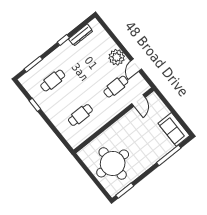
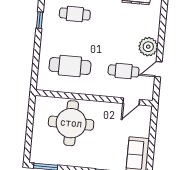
cafe table: (80, 115) -> (70, 66), width x1.37, depth x1.35
round table: (113, 163) -> (71, 123), moved

